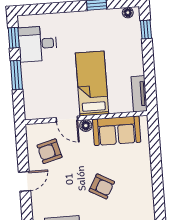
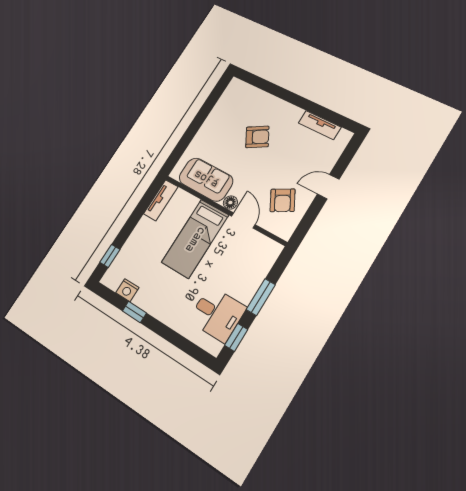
floor lamp: (128, 13) -> (113, 284), removed
nightstand: (114, 15) -> (127, 290), added
armchair: (50, 151) -> (283, 200), turned 76
armchair: (102, 186) -> (257, 137), turned 121

